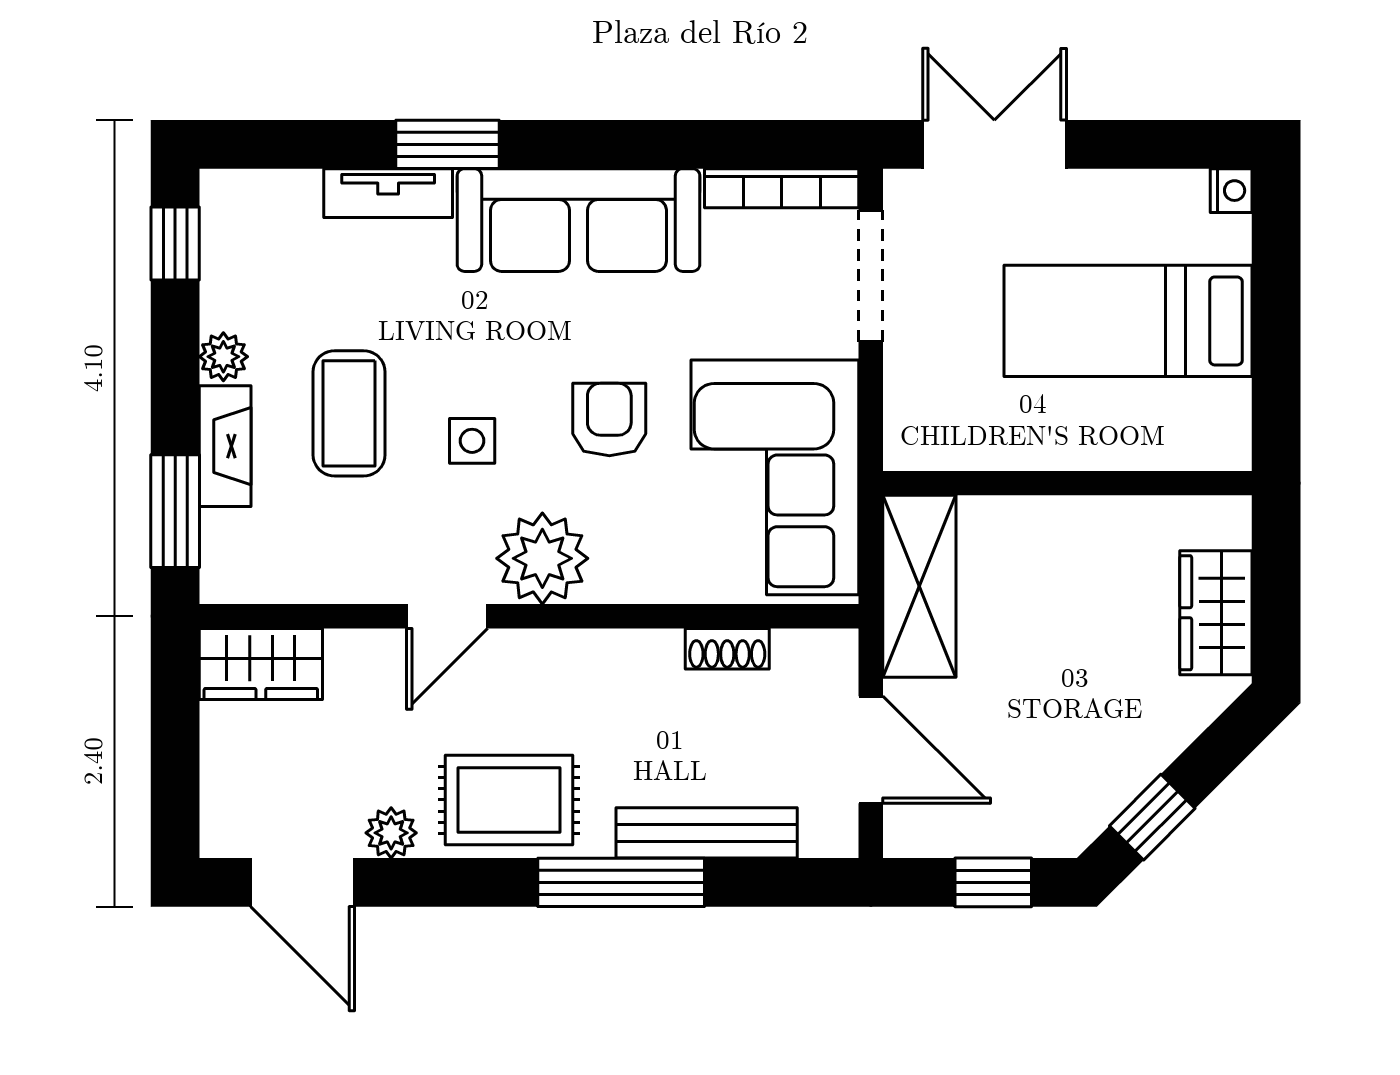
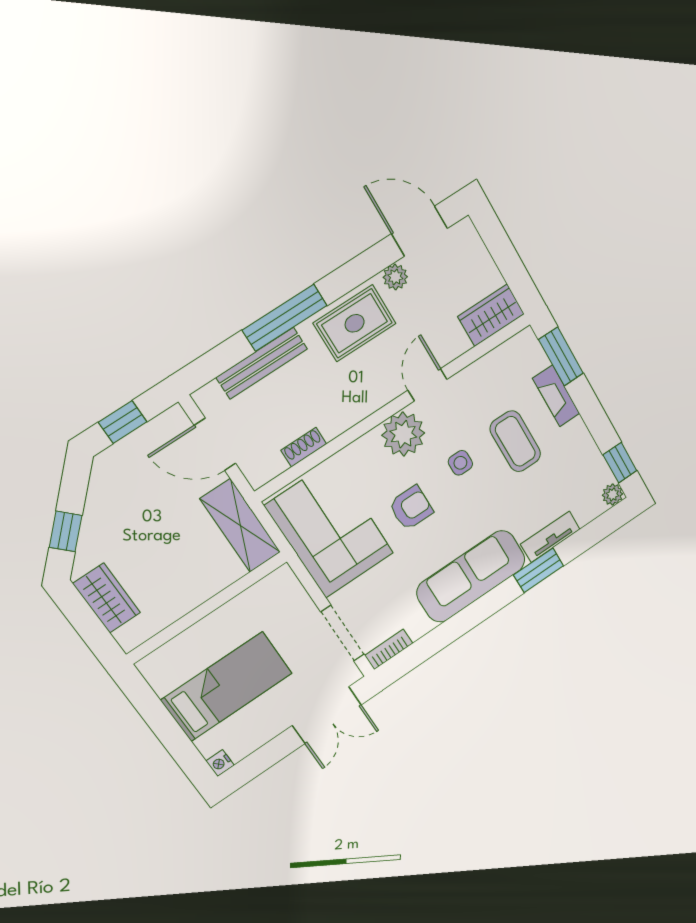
bookcase: (782, 188) -> (389, 649), width x0.64
plant: (223, 357) -> (613, 495), moved
armchair: (609, 419) -> (411, 508), turned -90
window: (1152, 817) -> (66, 531), moved

